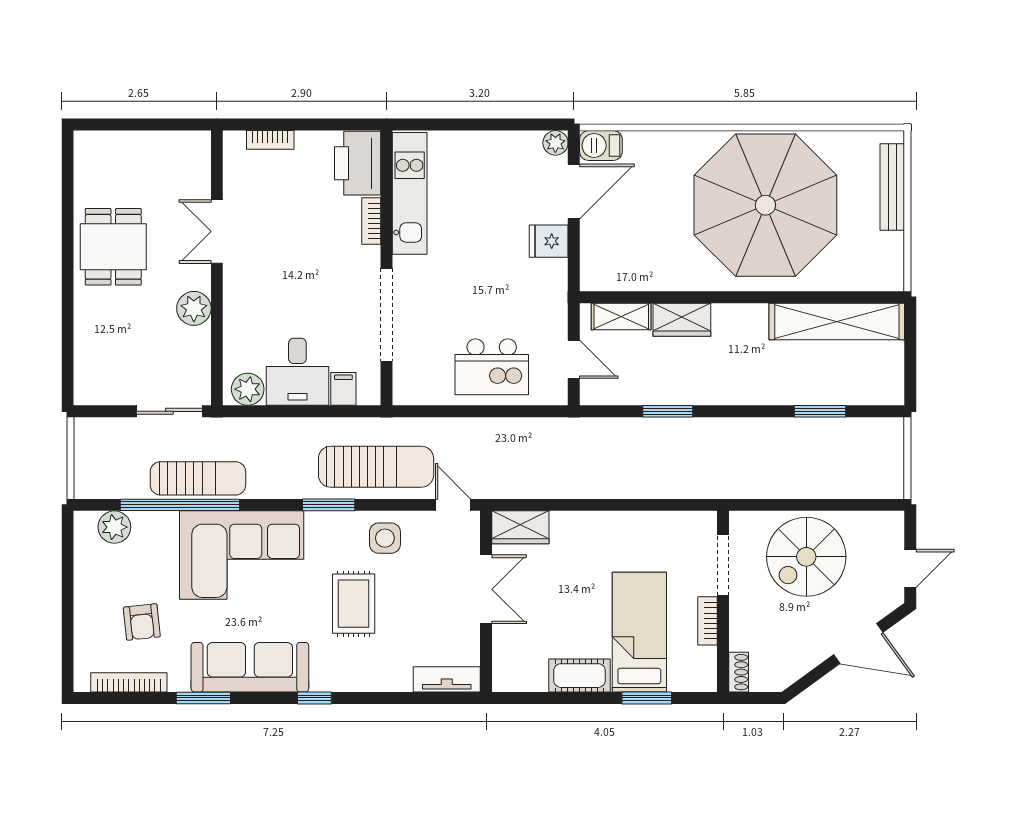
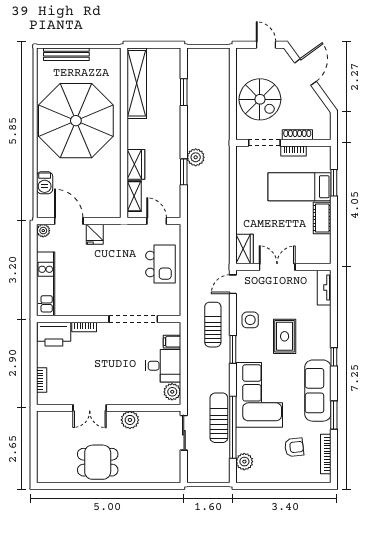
barbecue: (601, 145) -> (45, 183), moved
kitchen unit: (410, 193) -> (46, 284), moved, turned 90
door: (574, 359) -> (157, 221), hinge flipped
plant: (695, 434) -> (196, 157), added
sun lounger: (376, 467) -> (213, 325), width x0.73, depth x0.75
rug: (354, 604) -> (285, 336), turned 90
shoe rack: (739, 672) -> (297, 135), moved, width x1.43

